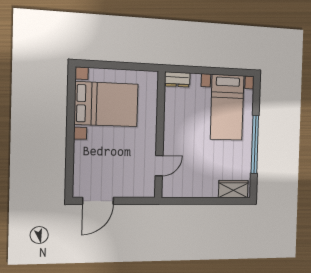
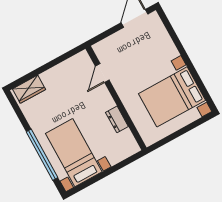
dresser: (177, 79) -> (117, 119), moved, turned -90
window: (255, 144) -> (42, 155), moved

